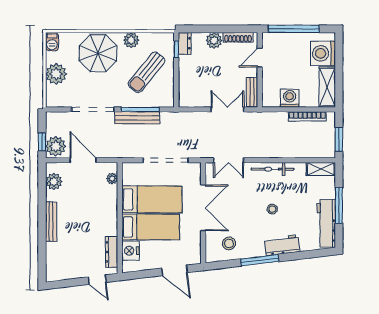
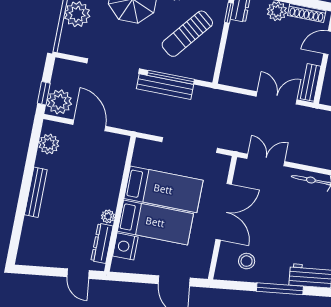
double door: (229, 160) -> (266, 160), swing flipped
plant: (112, 179) -> (108, 216), moved
stool: (272, 209) -> (307, 230), removed

